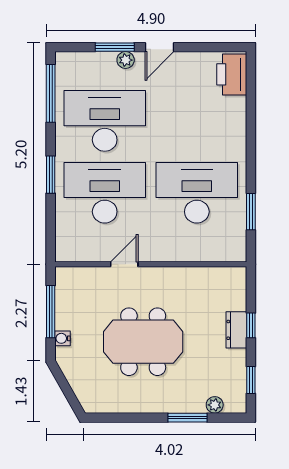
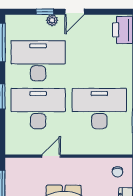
window: (115, 47) -> (45, 12), width x0.67
chair: (224, 288) -> (117, 172), added

